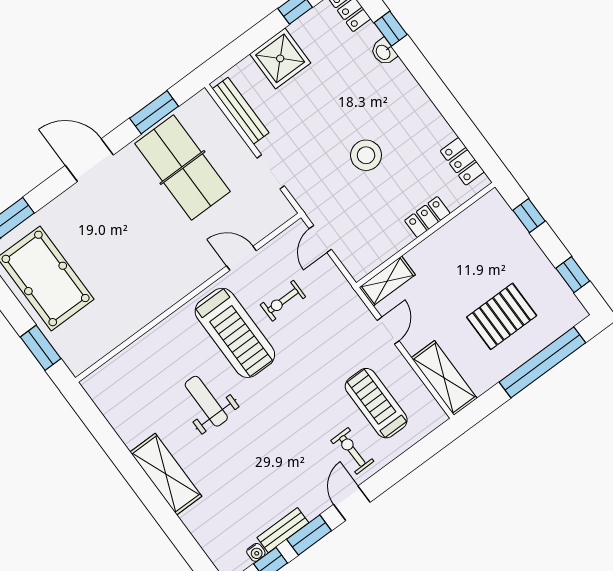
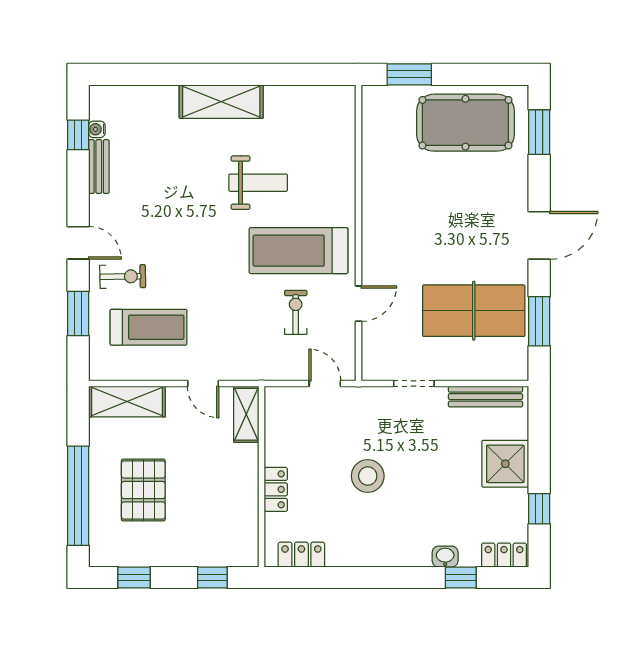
window: (309, 535) -> (78, 314), moved

